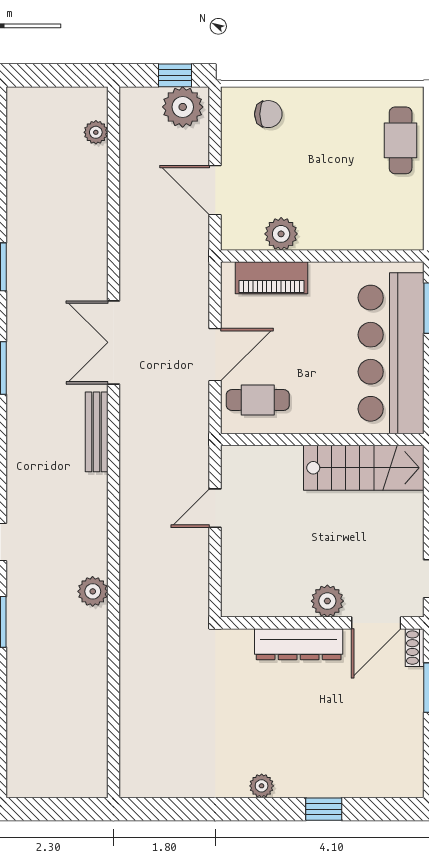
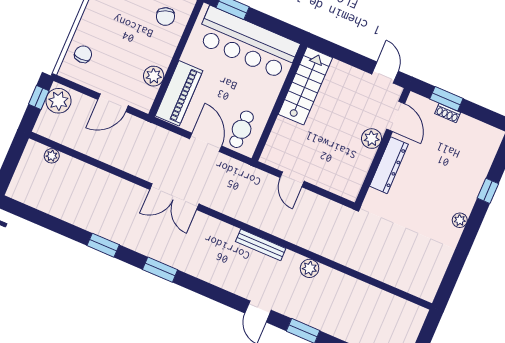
chair: (378, 213) -> (165, 17), added
piano: (271, 278) -> (179, 93), width x1.37, depth x1.33
bench: (97, 432) -> (261, 245), moved
shoe rack: (415, 648) -> (448, 113), moved

